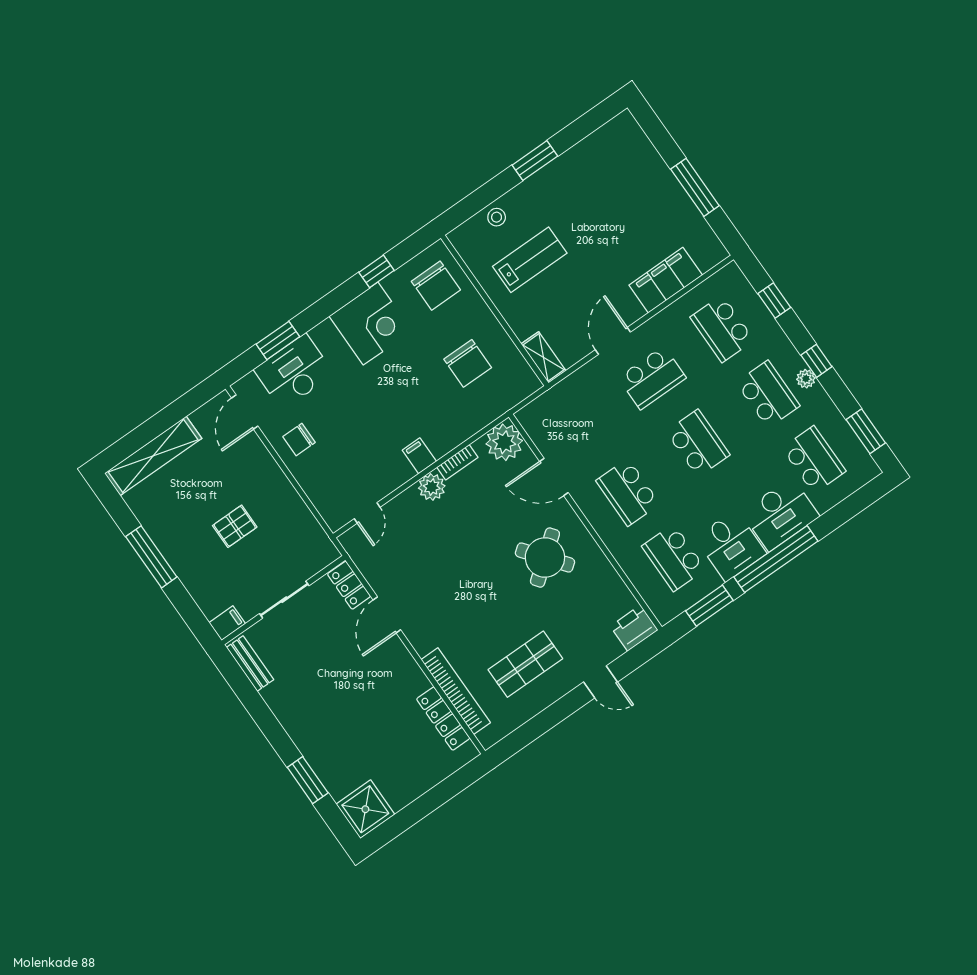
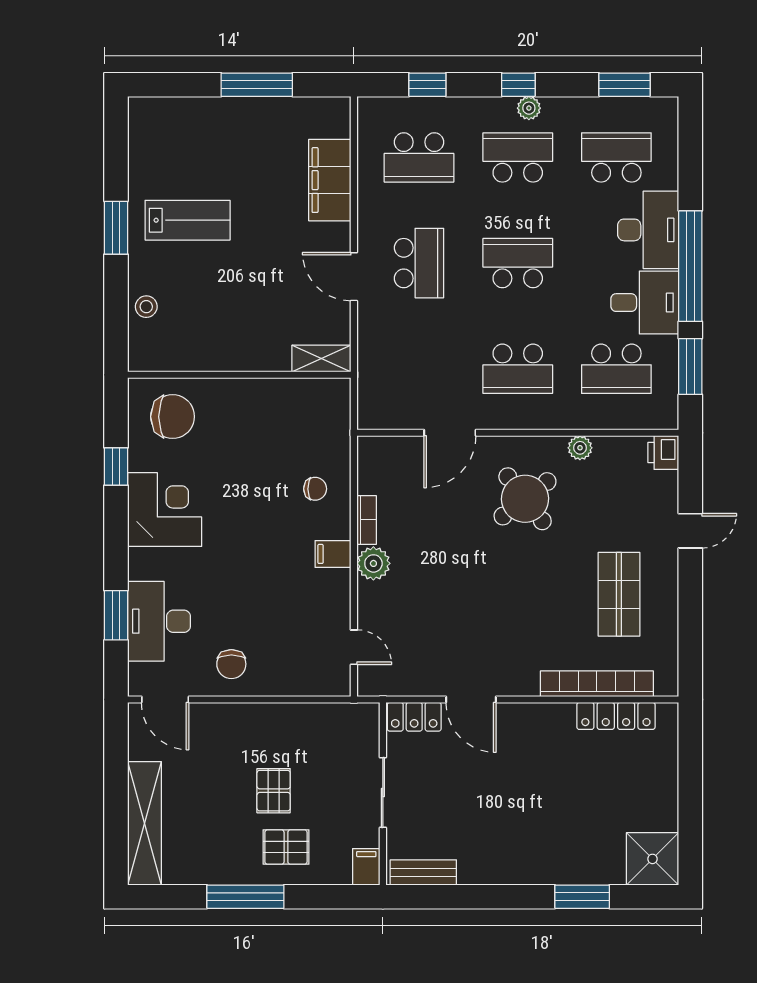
lab bench: (530, 260) -> (188, 220), moved, turned 90
chair: (468, 363) -> (315, 489), moved, width x0.54, depth x0.54
plant: (504, 442) -> (580, 448), moved, width x0.53, depth x0.53
pallet: (203, 561) -> (286, 847), added
printer: (634, 628) -> (663, 453), width x0.73, depth x0.81

